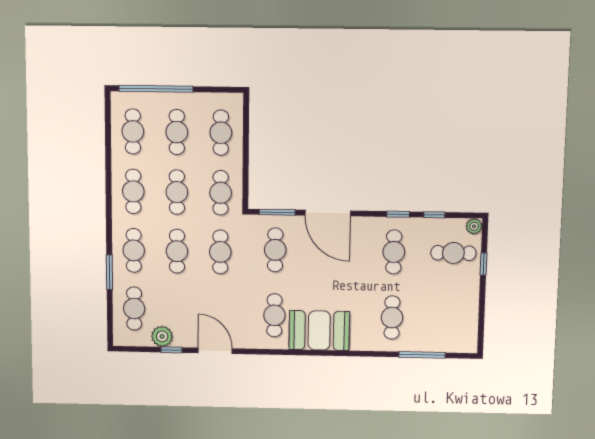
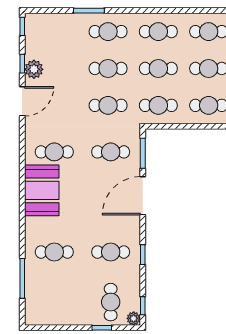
window: (434, 215) -> (143, 306), moved
cafe table: (134, 309) -> (58, 32), removed
plant: (162, 336) -> (34, 69), moved
window: (128, 349) -> (22, 26), added

